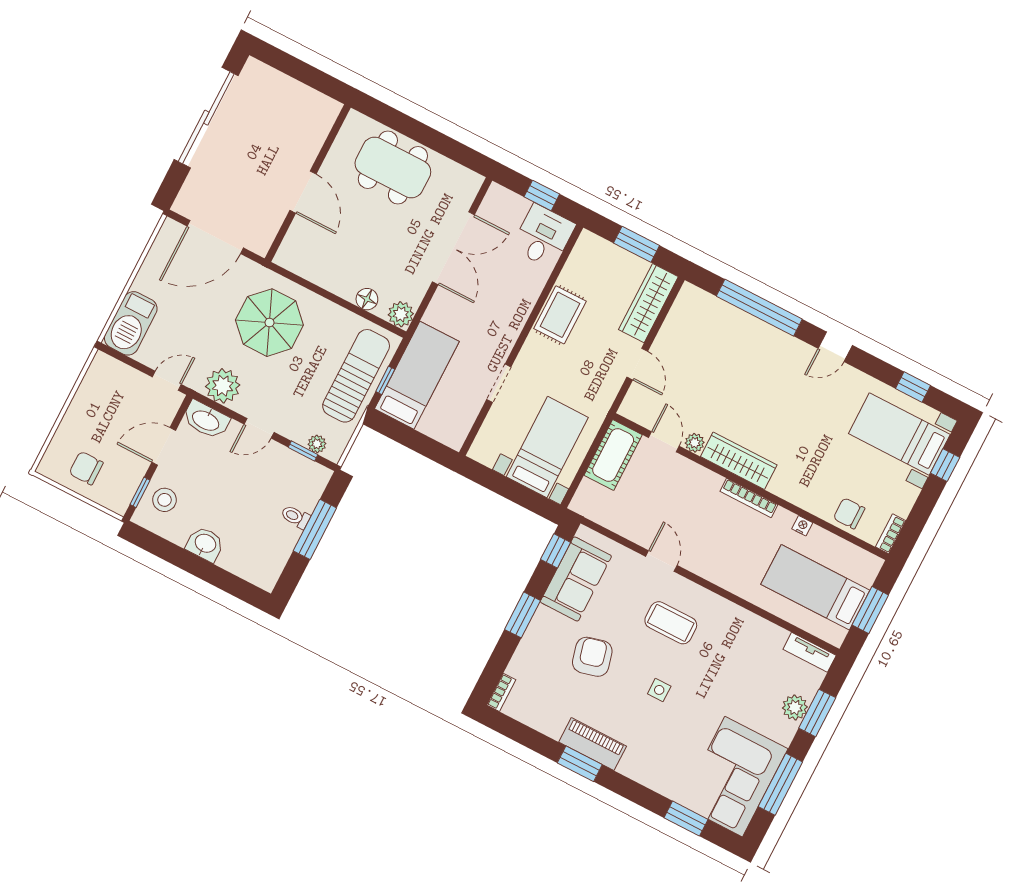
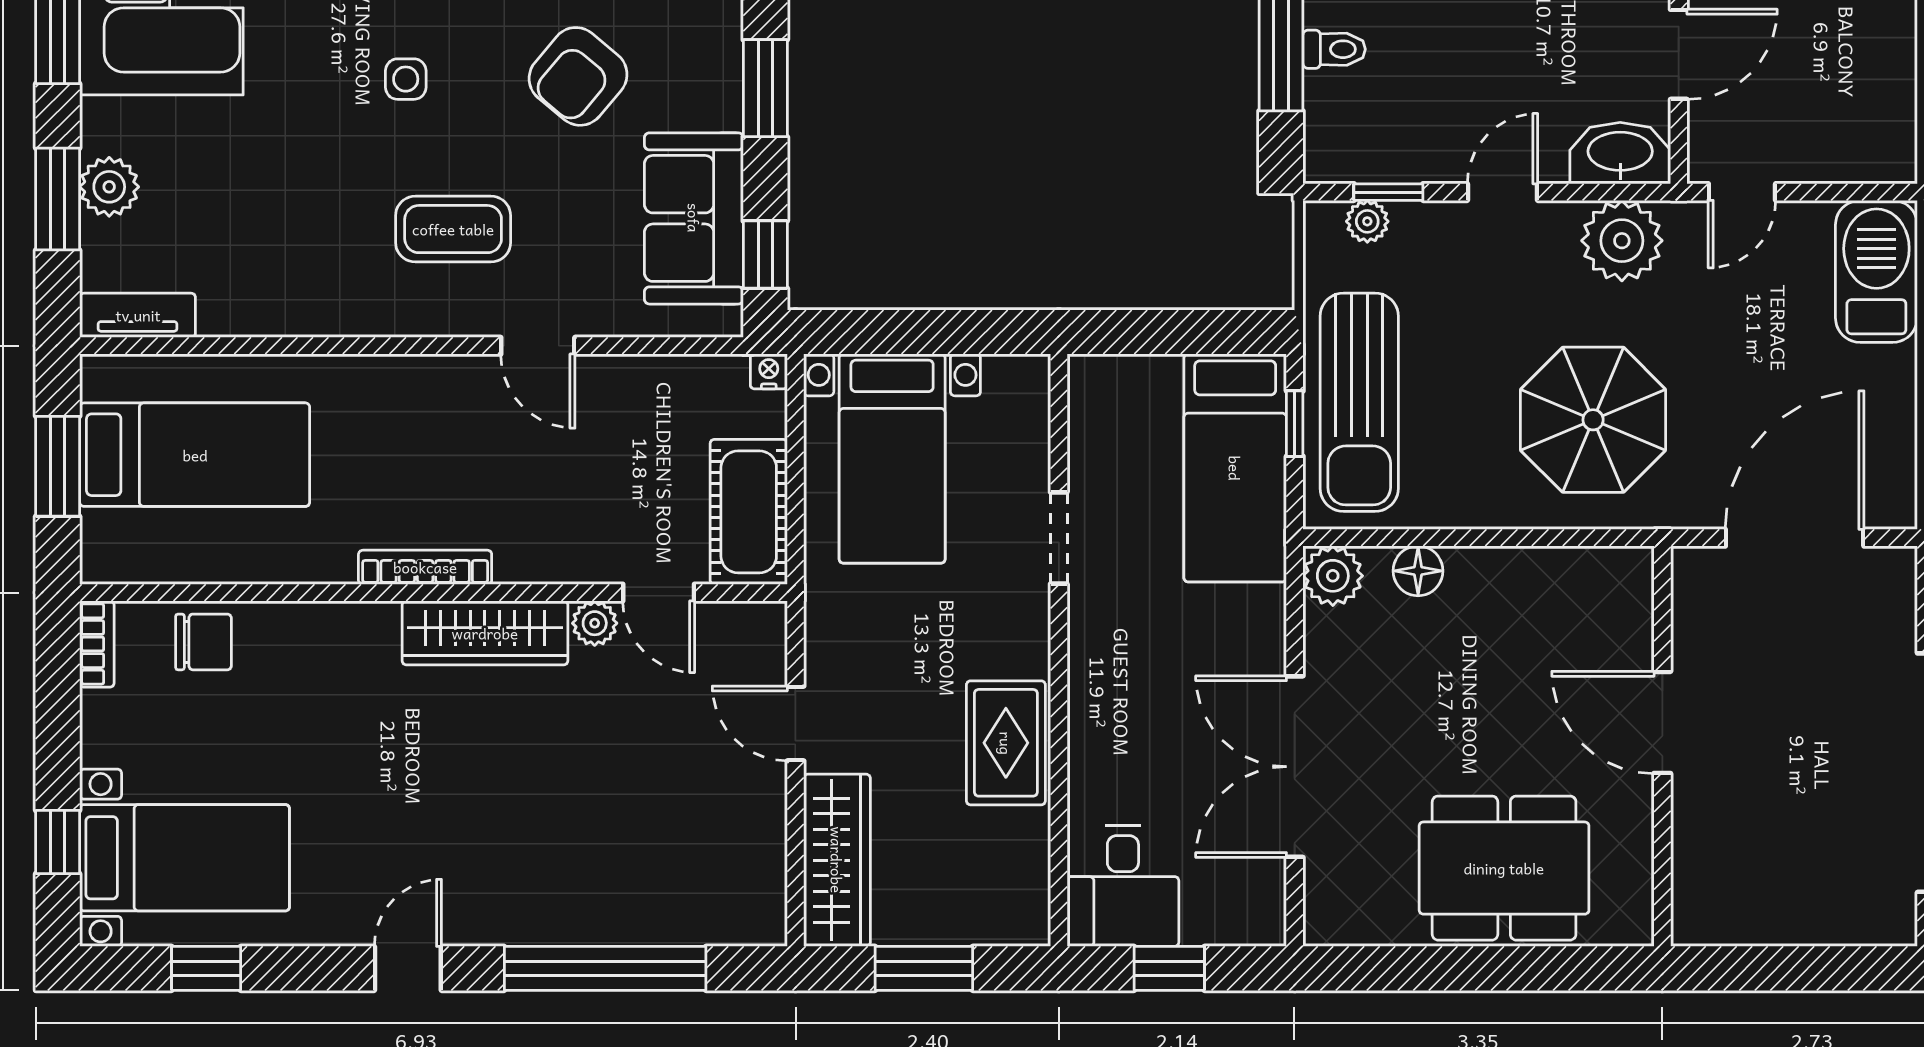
nightstand: (802, 526) -> (769, 371), moved, turned 180
armchair: (592, 657) -> (578, 76), turned 54

